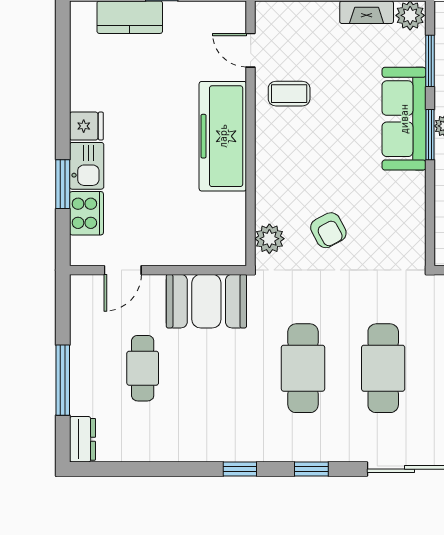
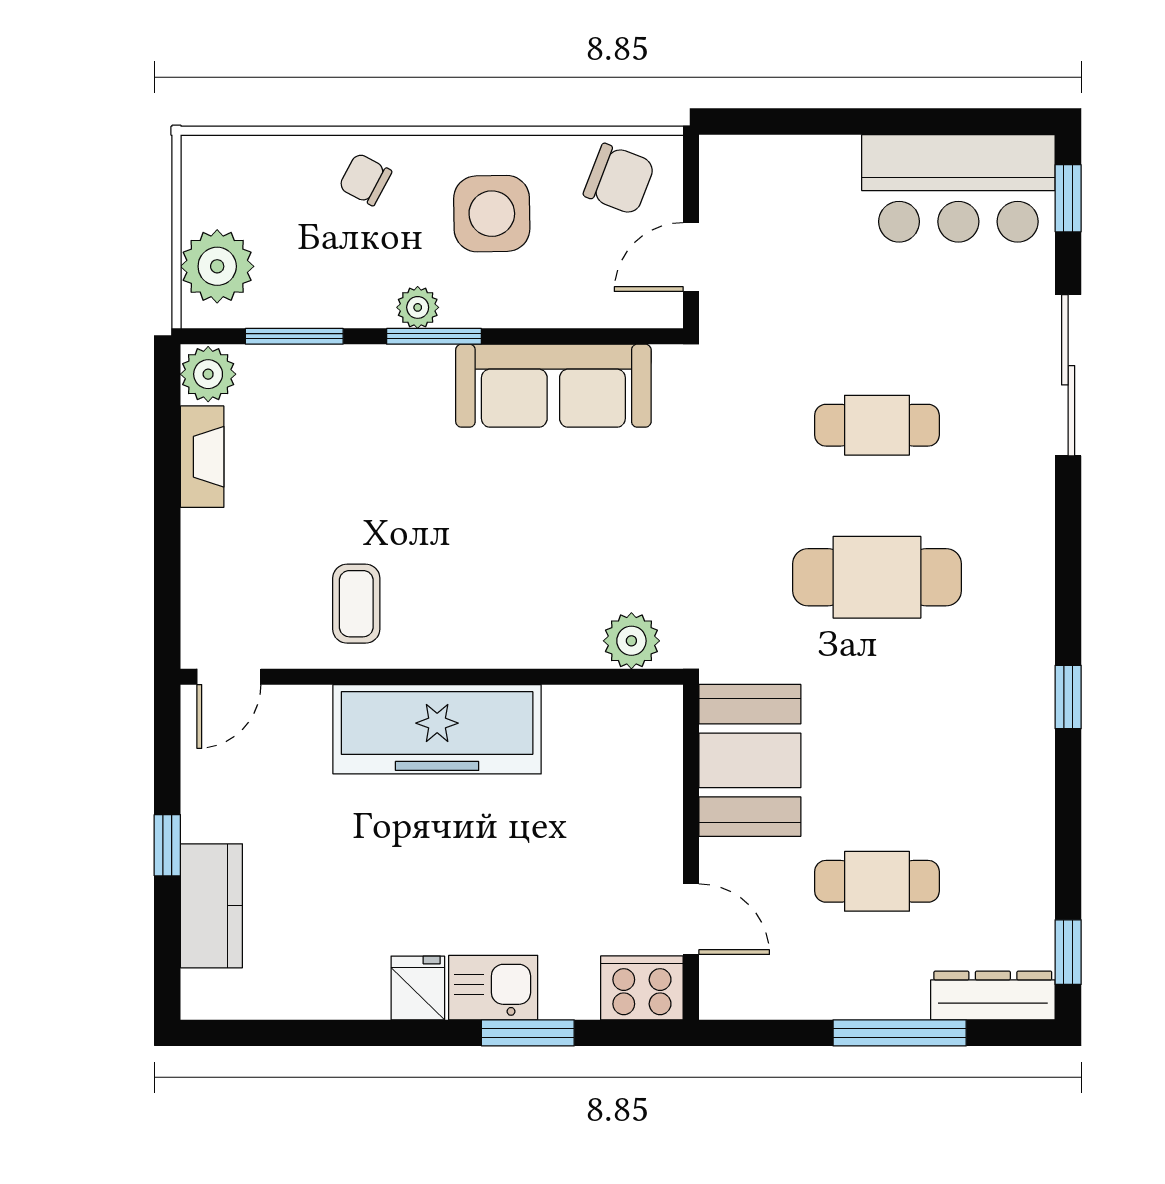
door: (251, 50) -> (229, 677), moved
sofa: (404, 119) -> (553, 386), moved
cooker: (86, 213) -> (642, 988), moved
armchair: (328, 230) -> (615, 529), removed
cafe table: (383, 368) -> (877, 425), width x0.73, depth x0.74
dresser: (82, 439) -> (993, 995), width x1.44
window: (311, 469) -> (1068, 952), moved

